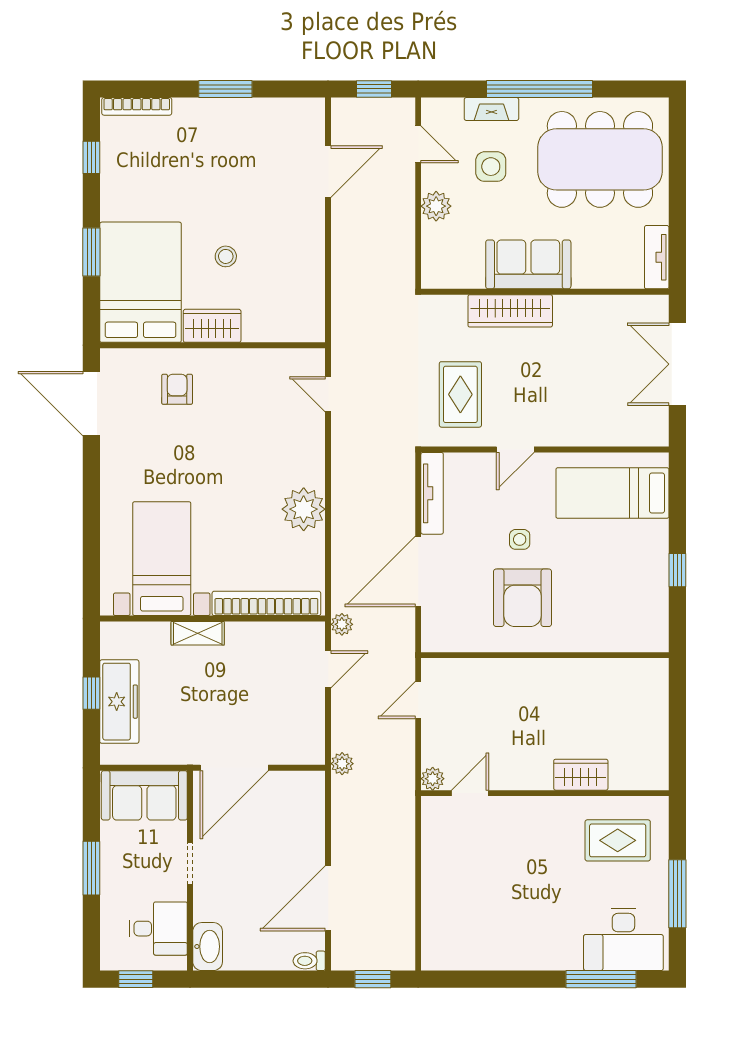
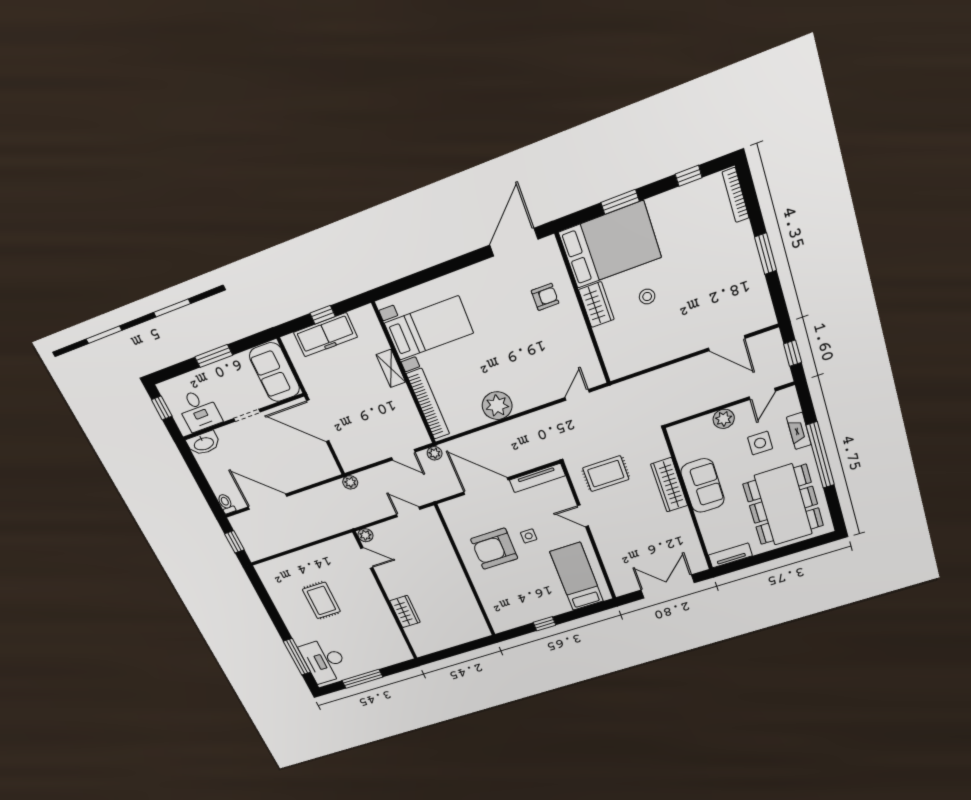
rug: (618, 840) -> (321, 600), moved

